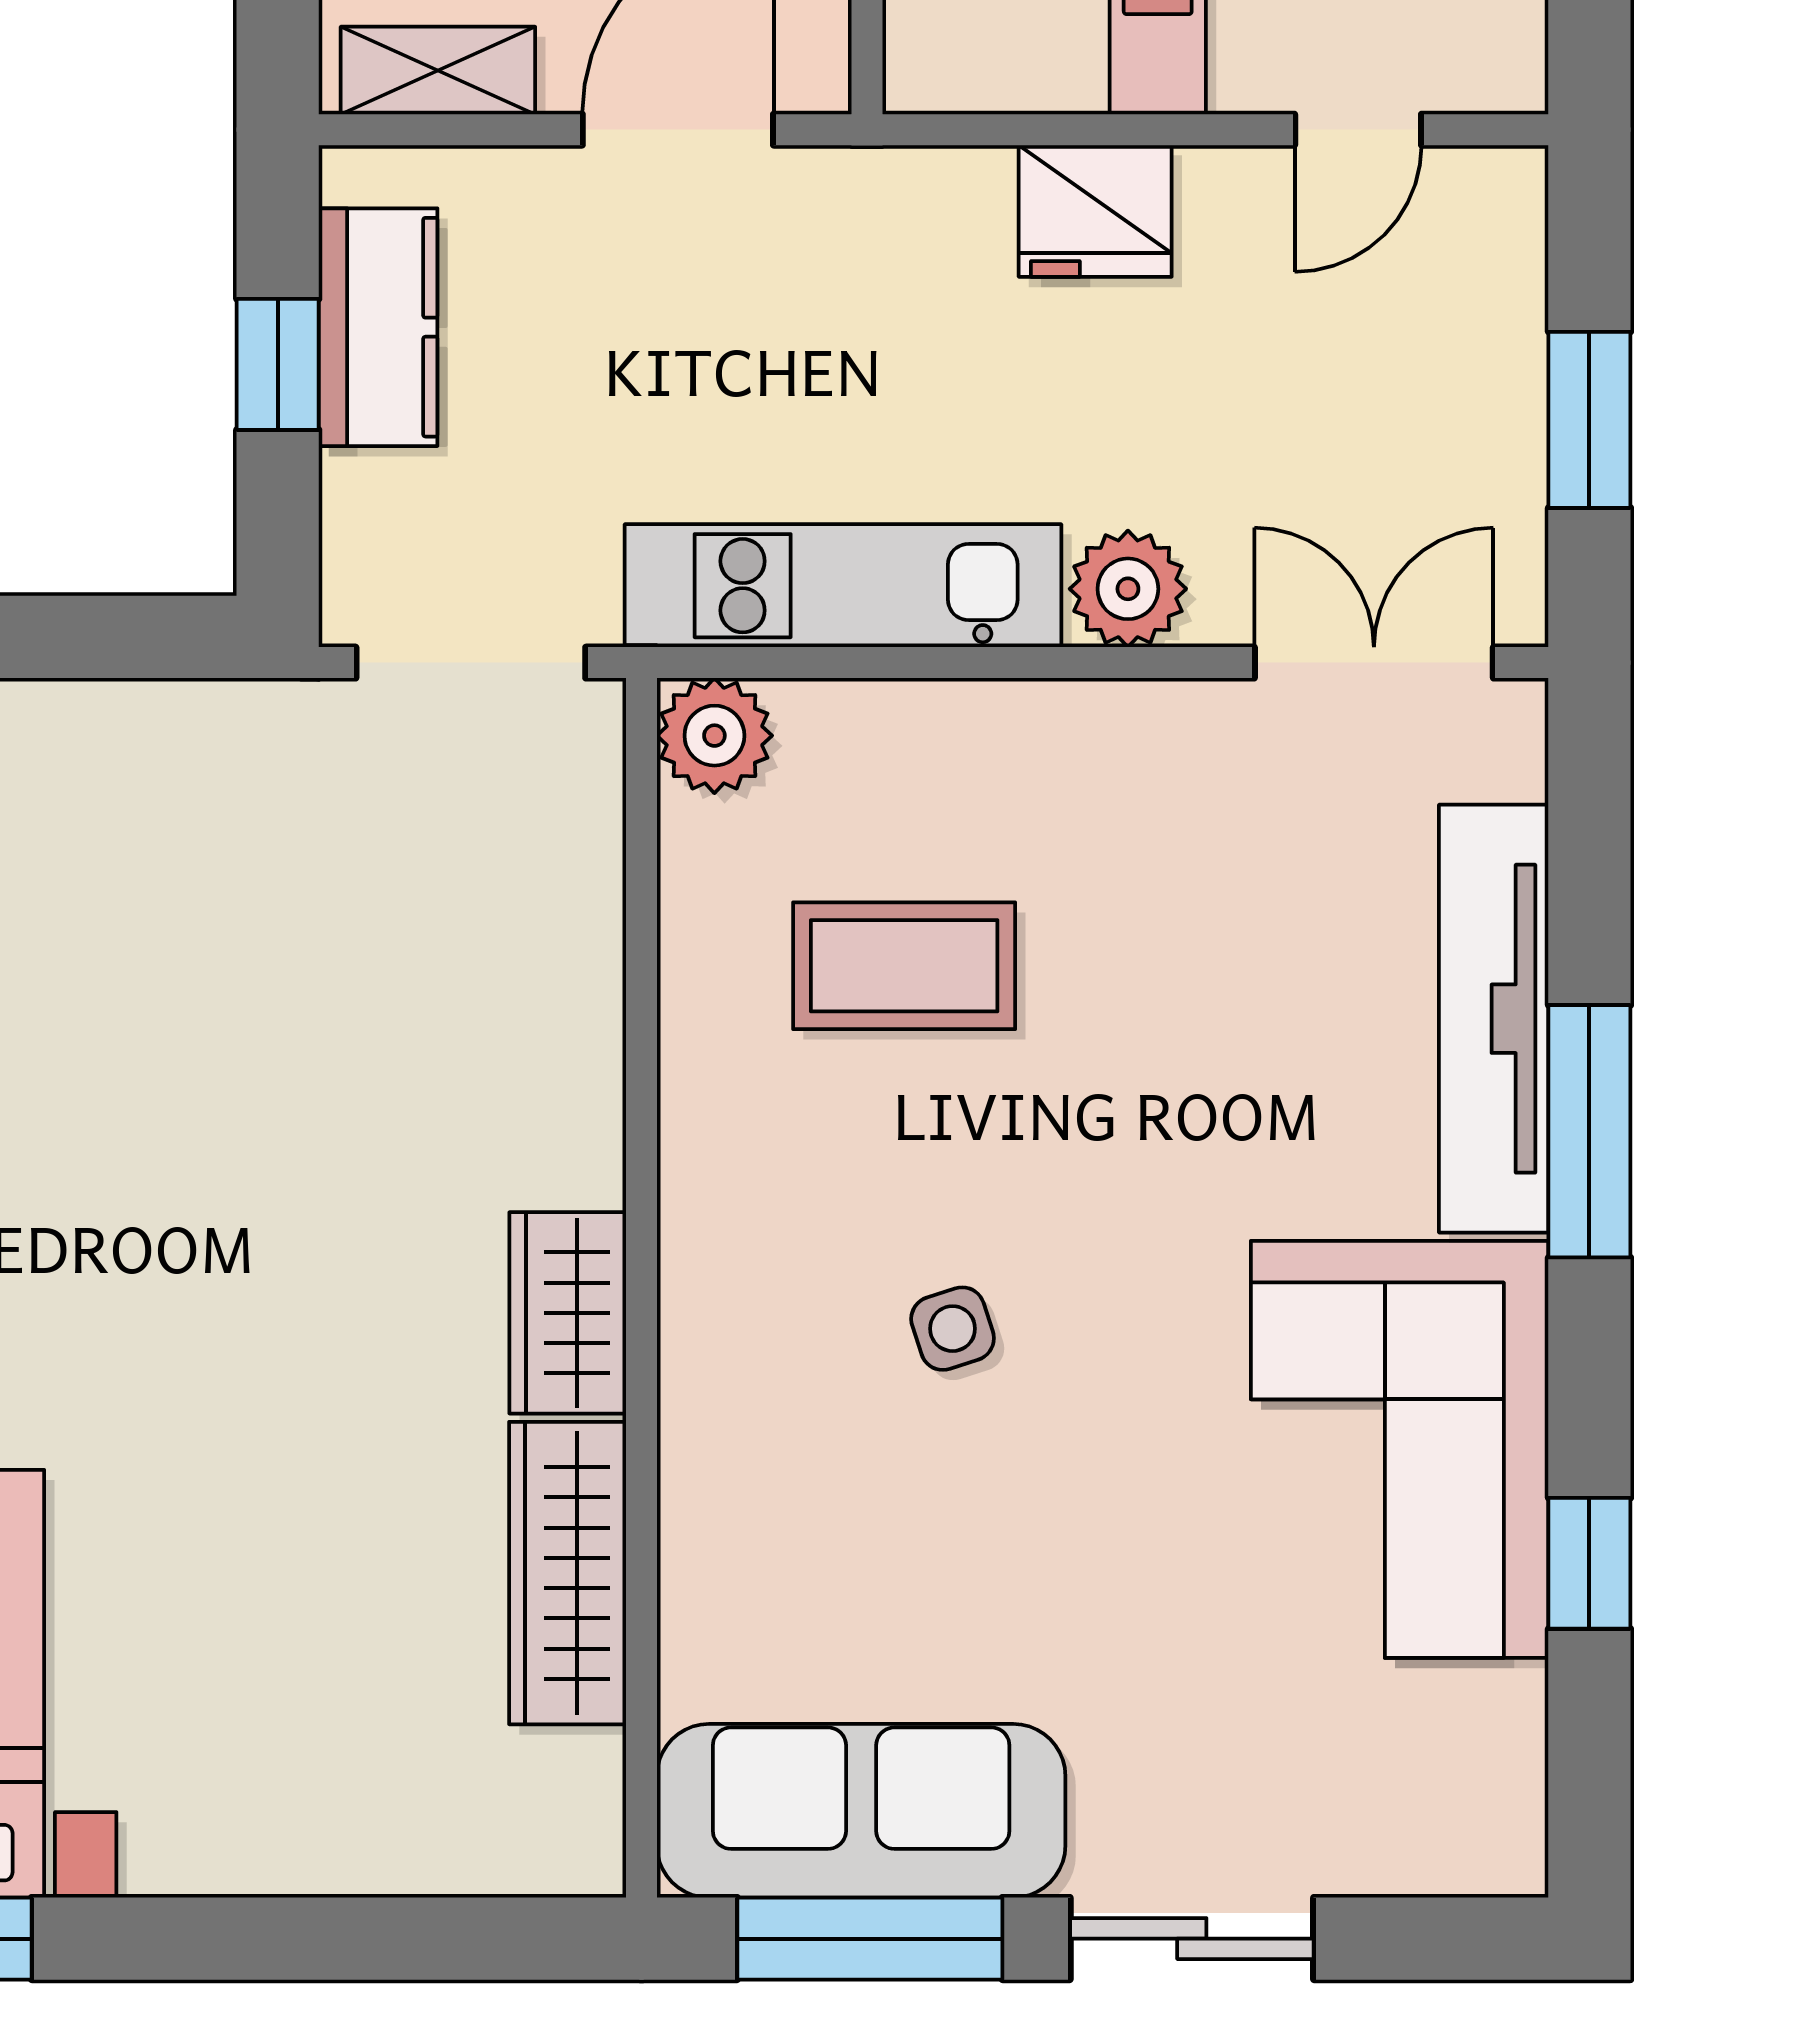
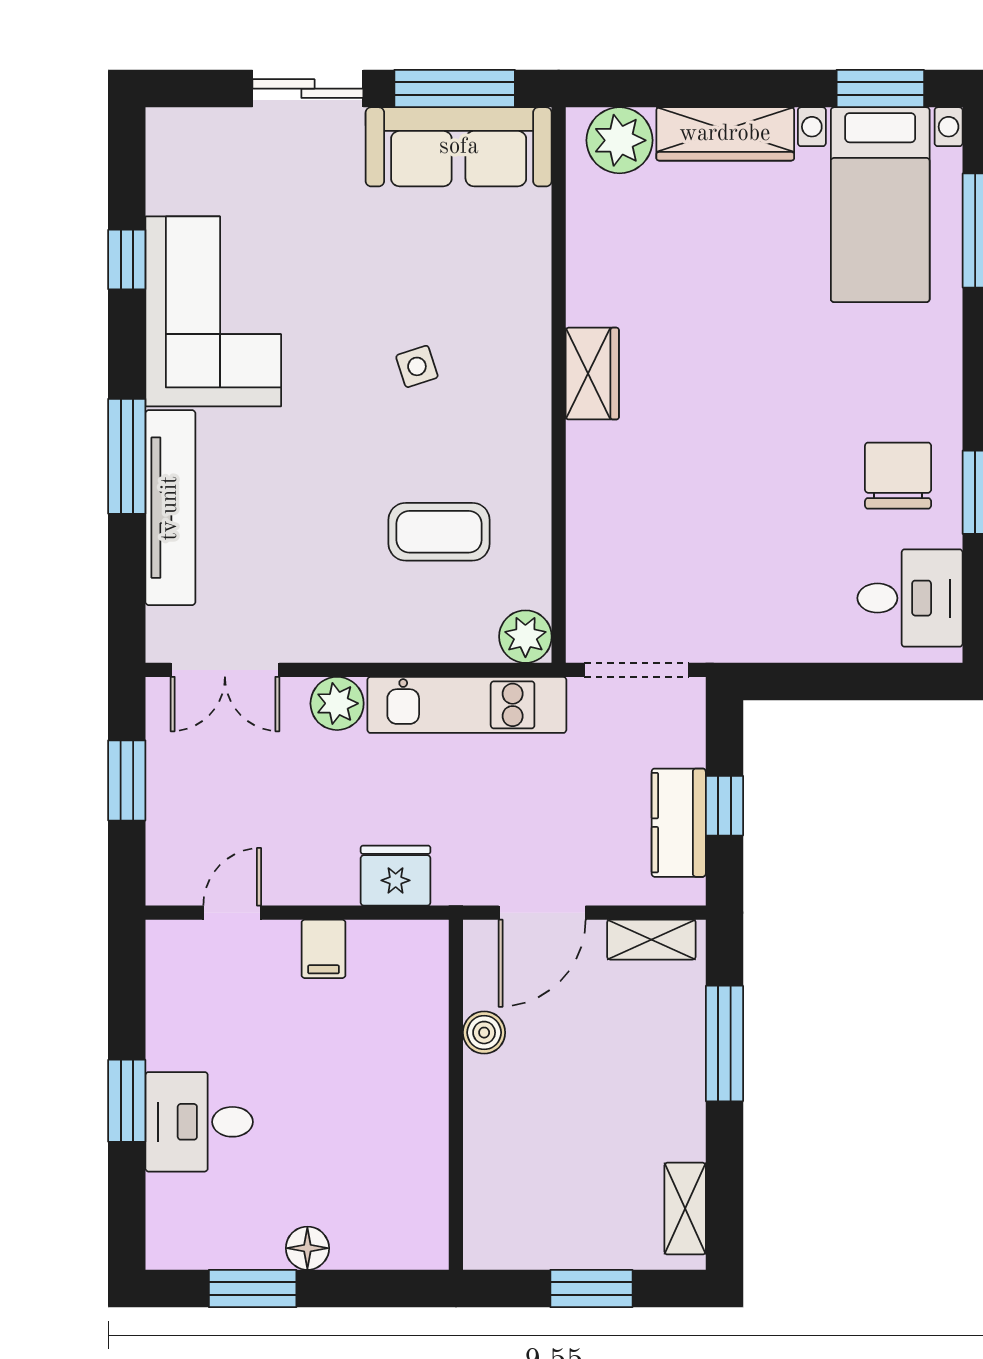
fridge: (1095, 211) -> (396, 876), moved
wardrobe: (568, 1573) -> (725, 134), moved, turned 90
plant: (508, 1825) -> (620, 140), added

